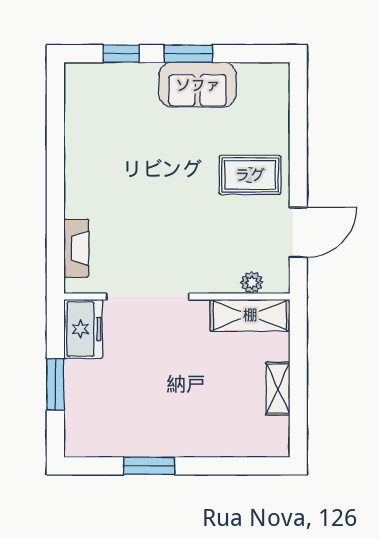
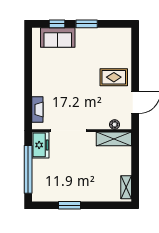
sofa: (198, 85) -> (58, 37), moved
window: (55, 384) -> (28, 169), width x2.11
shelving: (278, 389) -> (126, 187), moved

